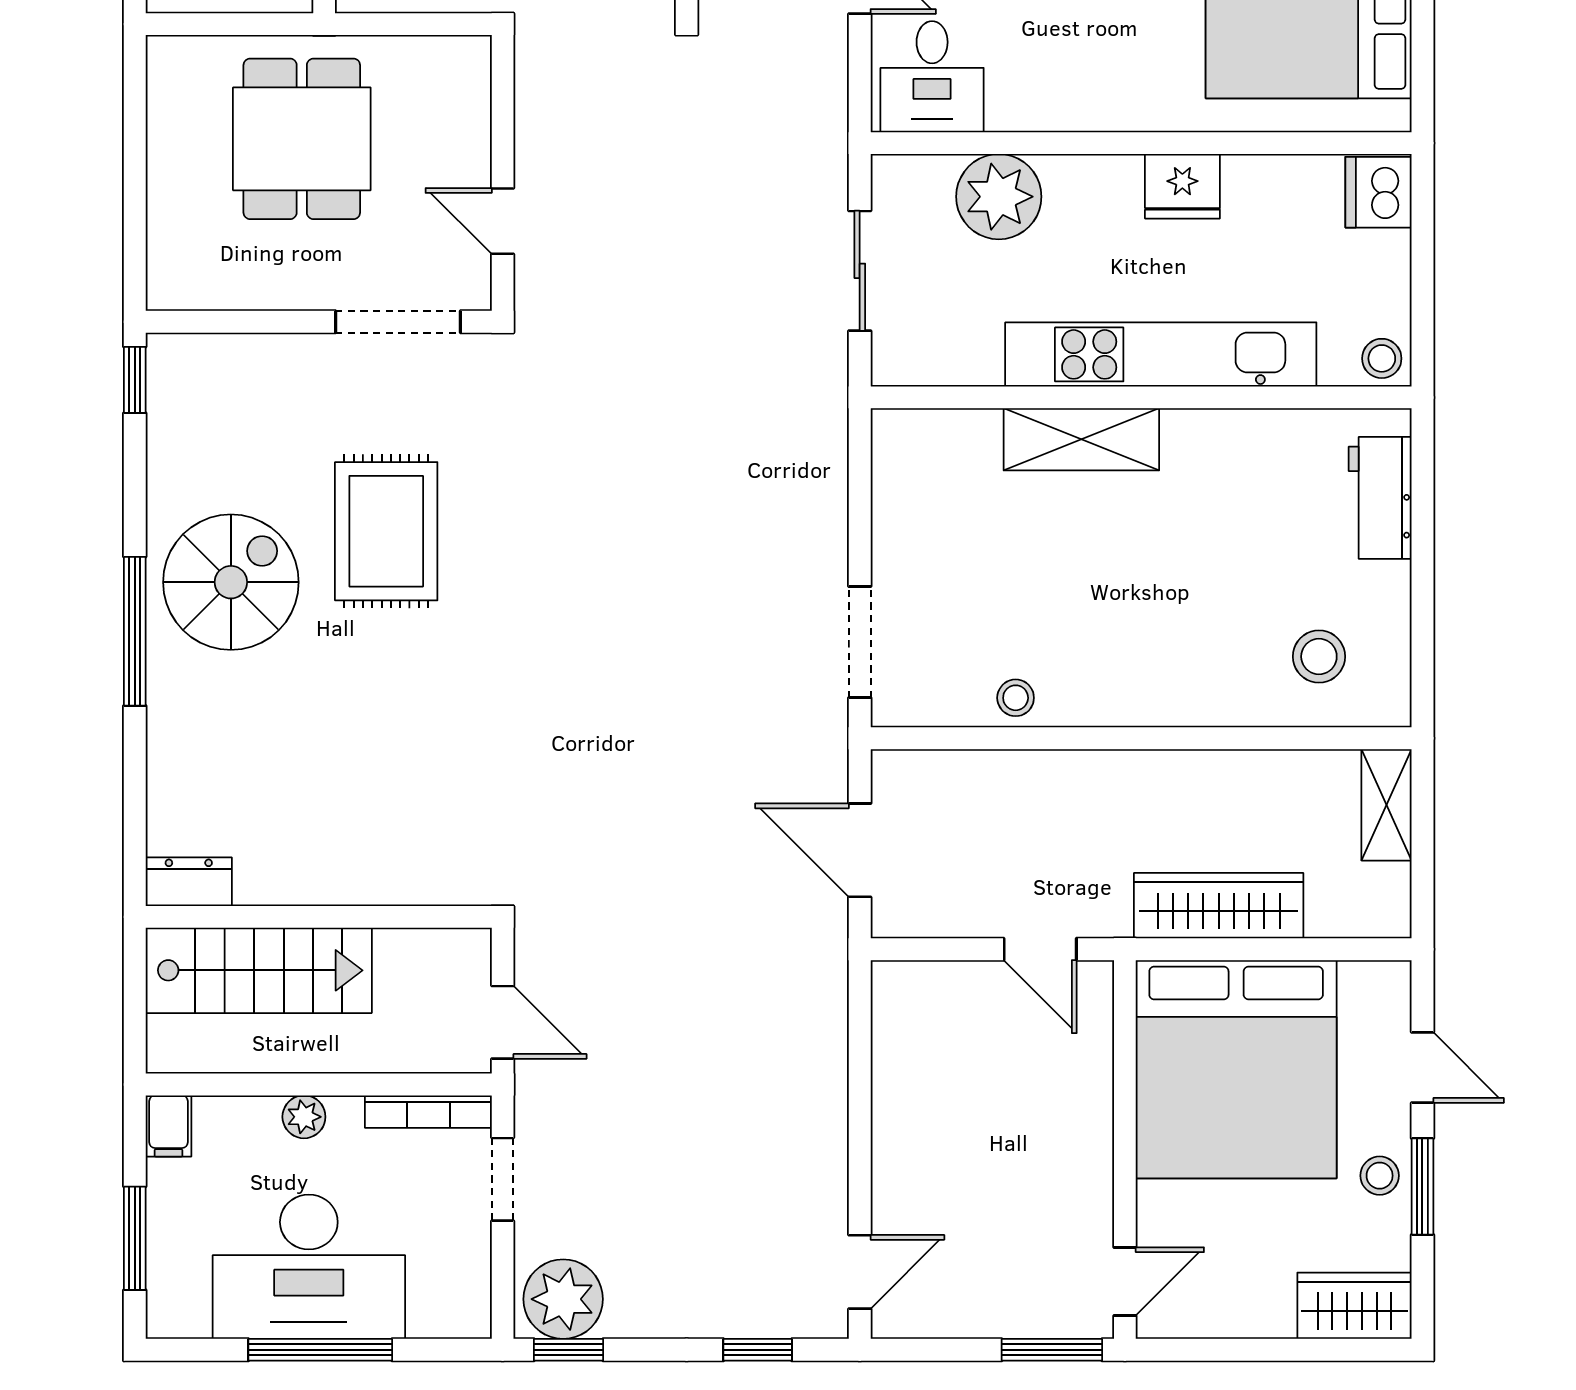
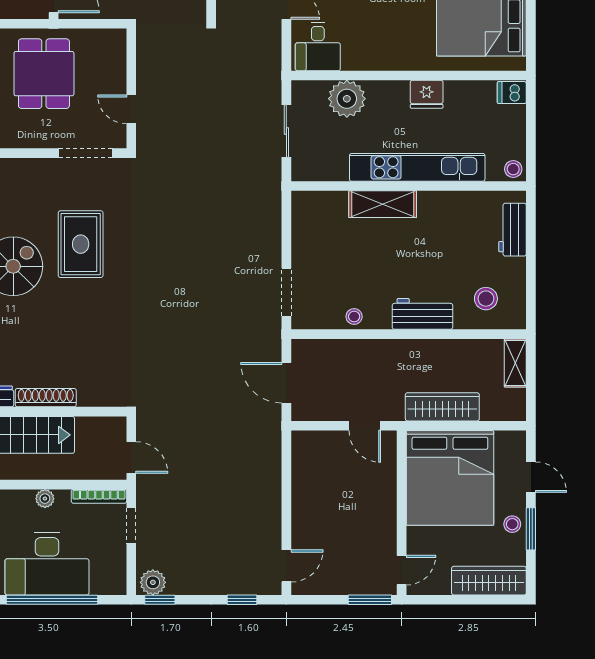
dishwasher: (1378, 192) -> (512, 93), width x0.73
workbench: (1173, 692) -> (422, 314), added
shoe rack: (306, 884) -> (46, 398), added
plant: (563, 1299) -> (153, 582), width x0.73, depth x0.73
wardrobe: (1354, 1306) -> (489, 581), width x1.50
window: (320, 1350) -> (52, 600), width x1.46

